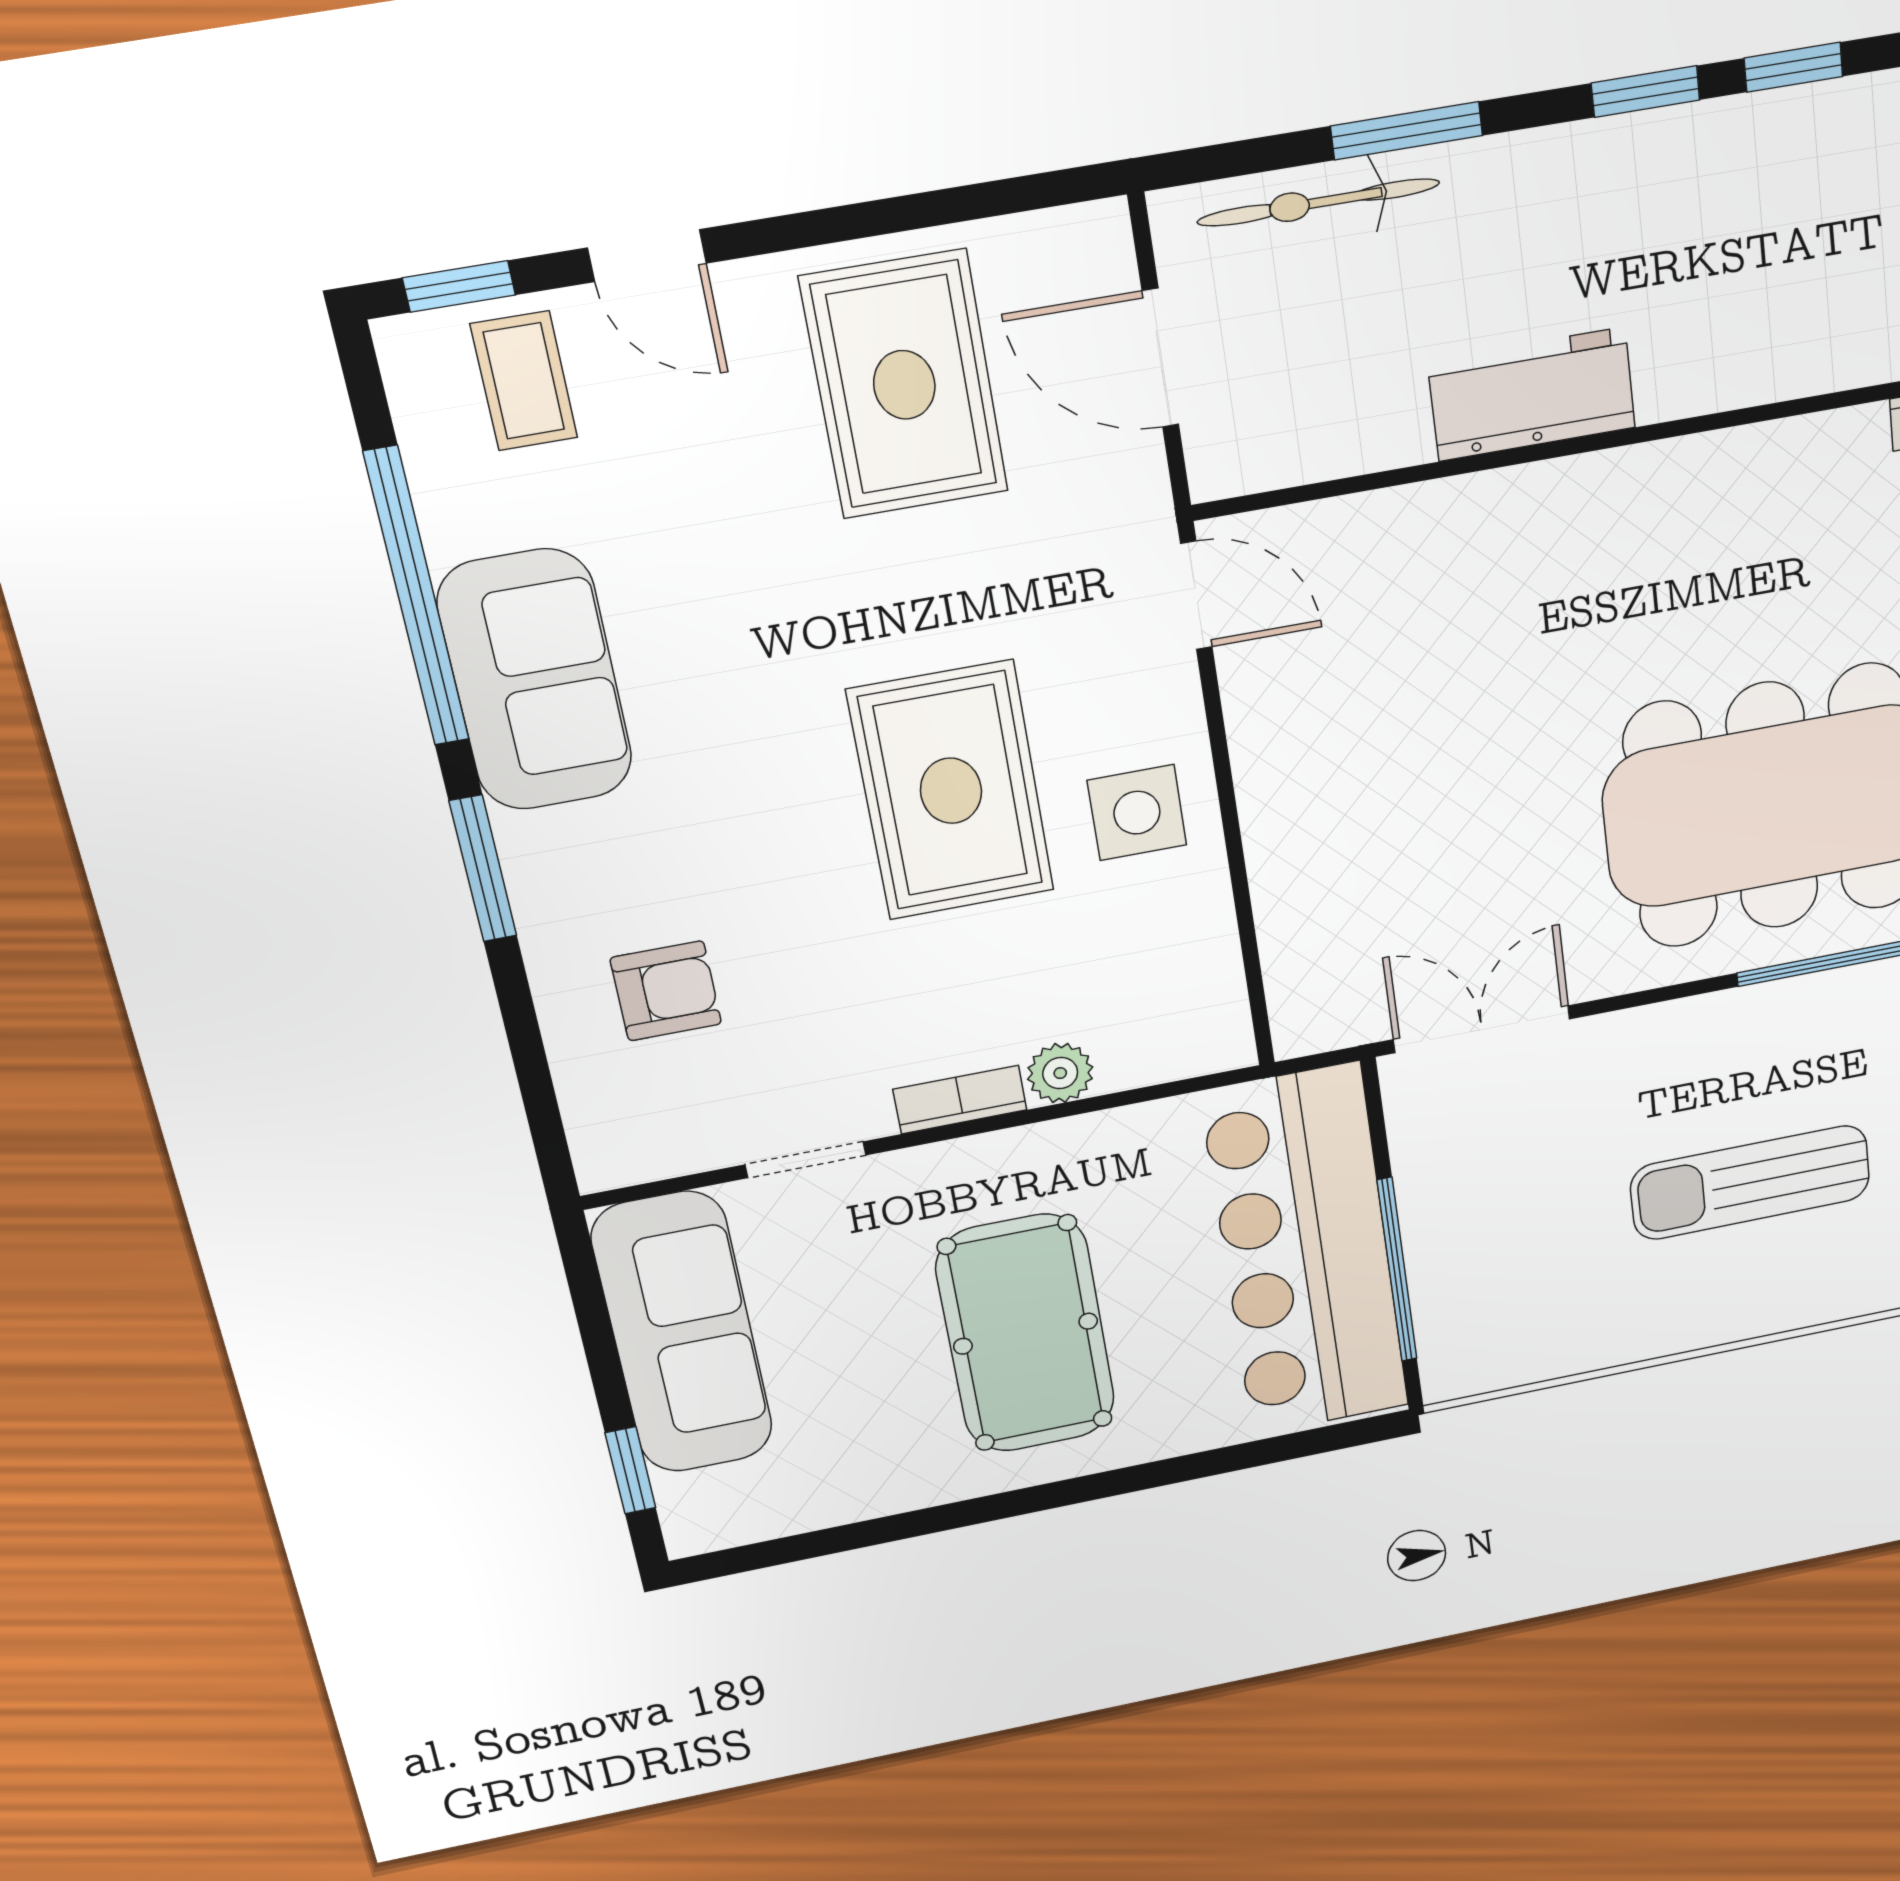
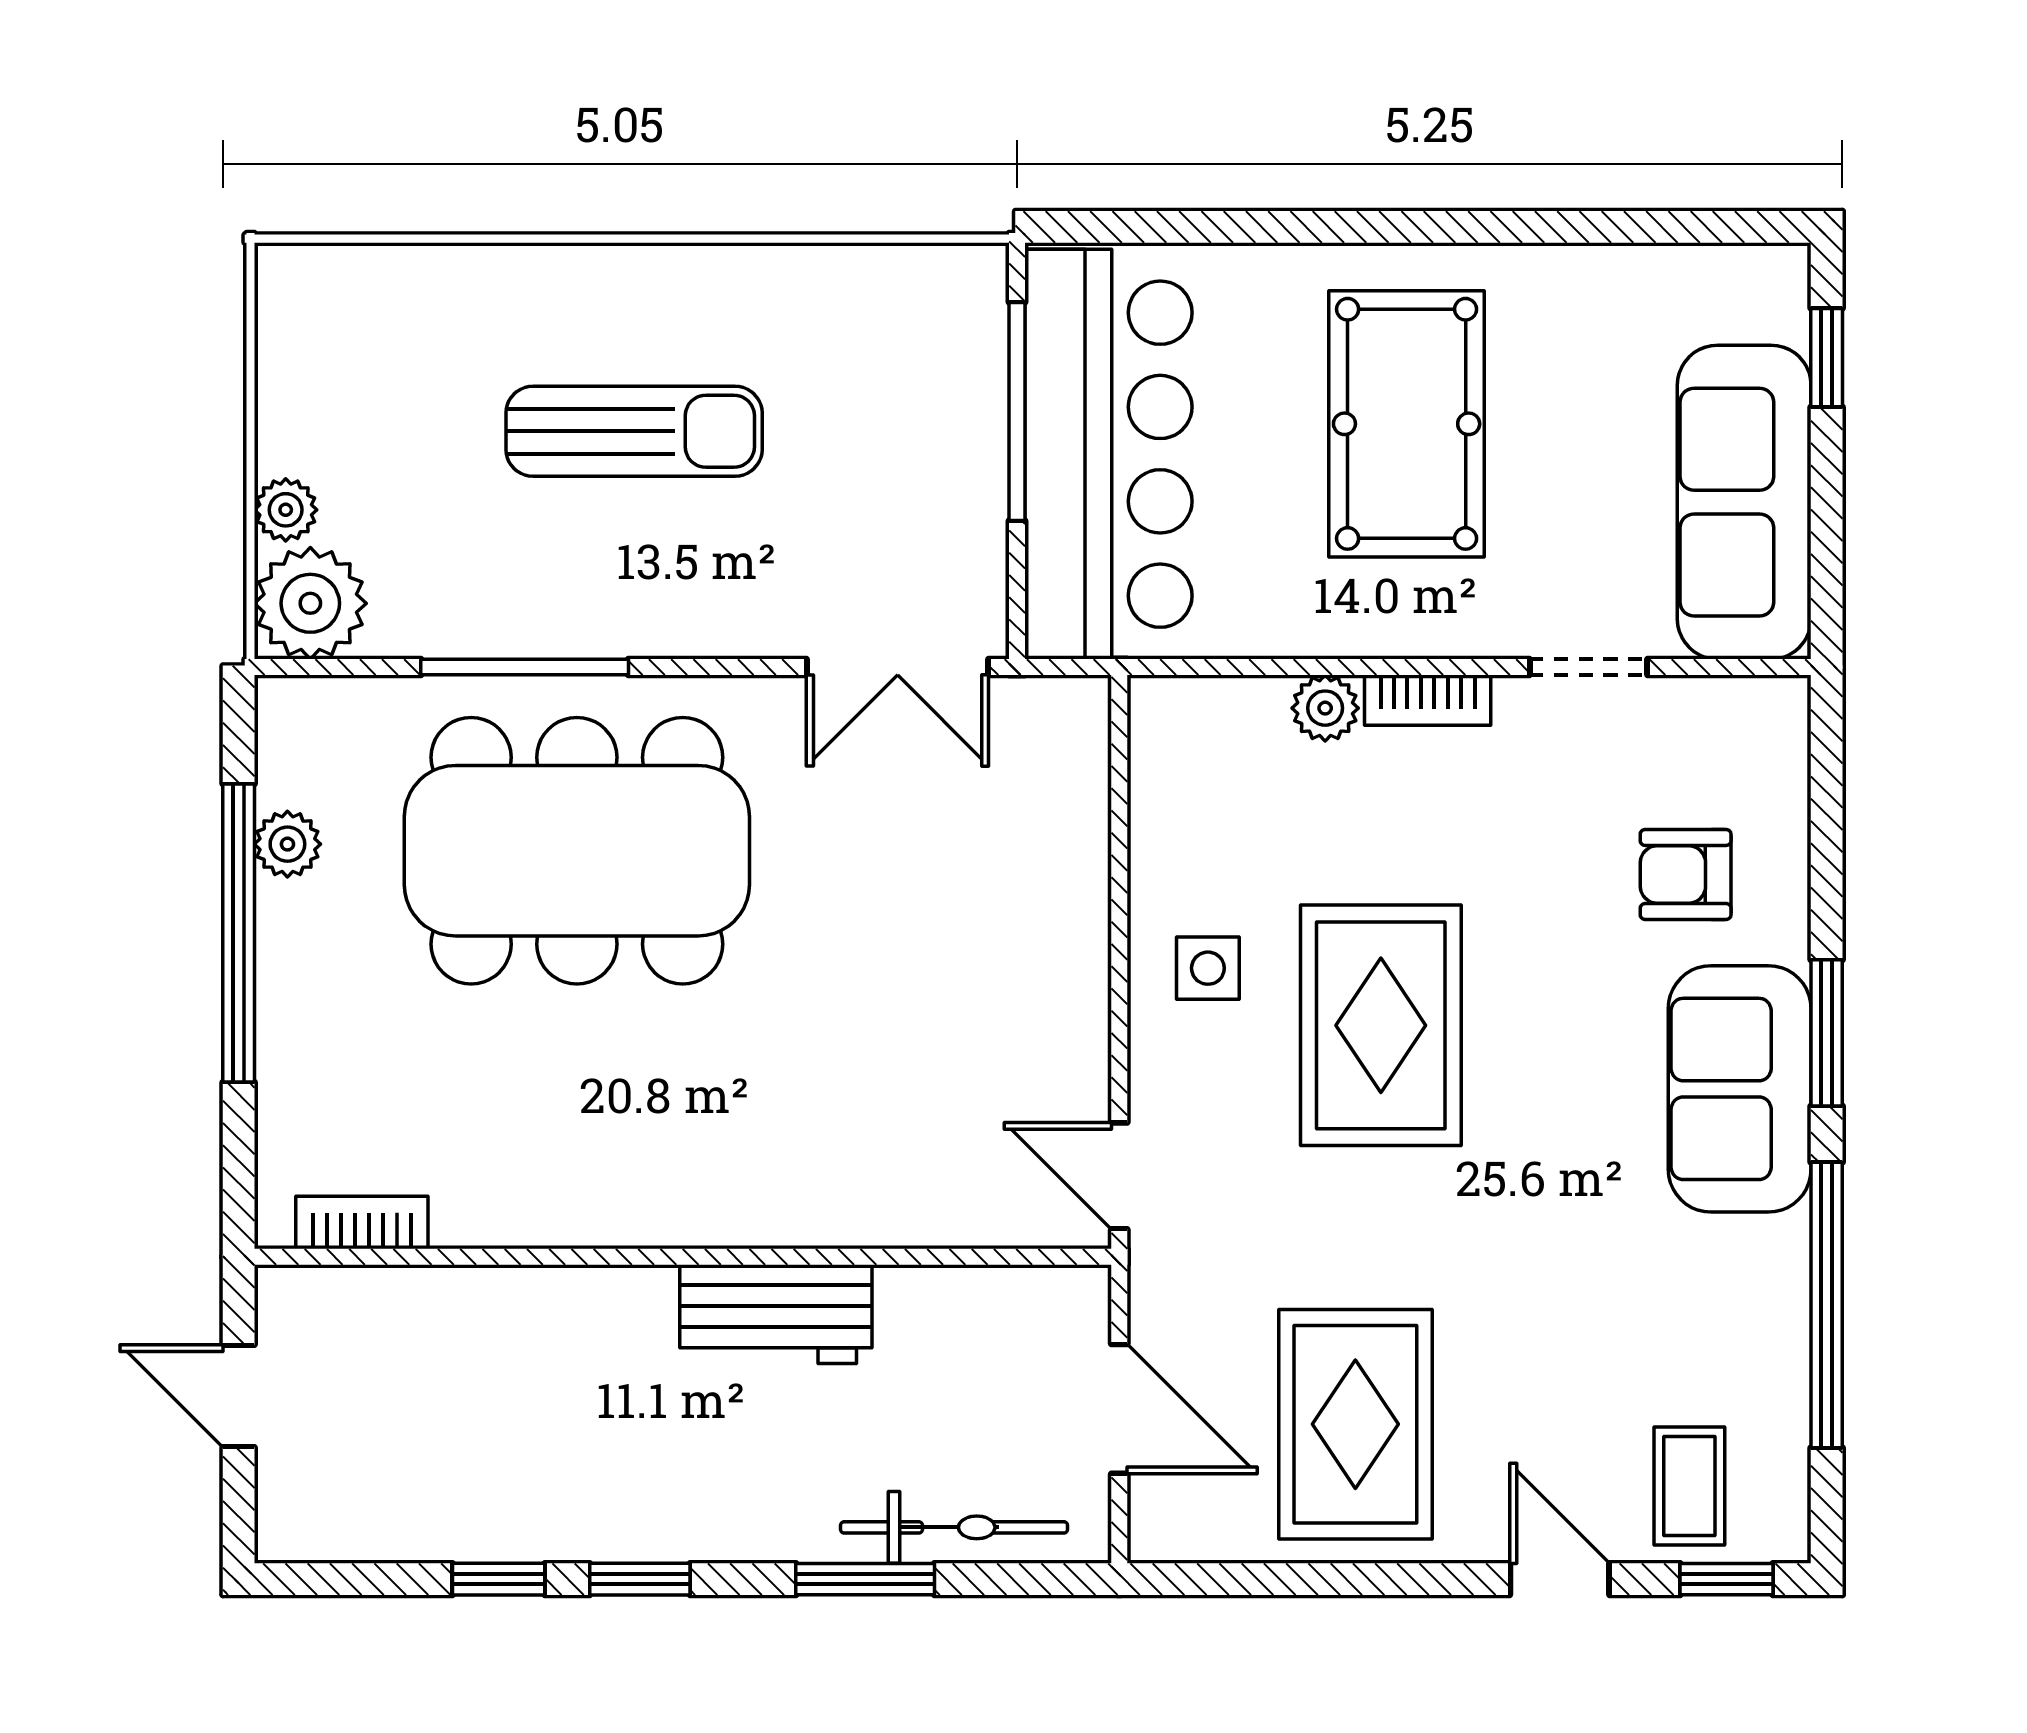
sofa: (535, 680) -> (1740, 1089), moved
side table: (1137, 813) -> (1208, 968), width x0.73, depth x0.73

